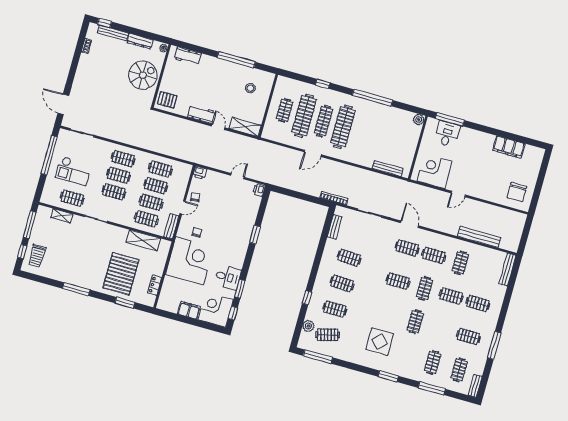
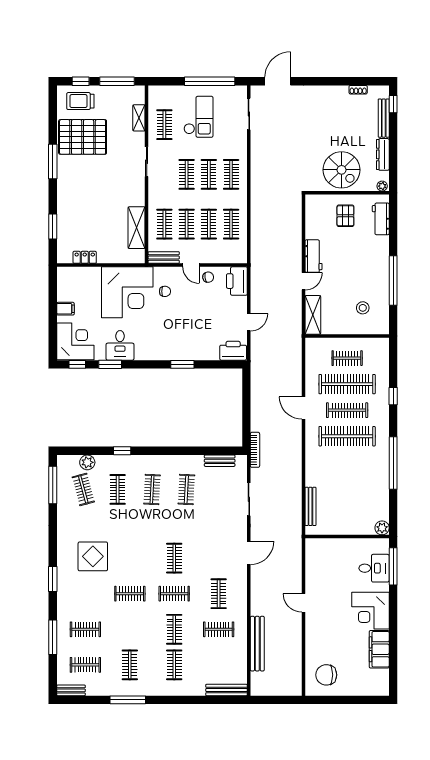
pallet: (167, 100) -> (345, 216), moved
checkout: (73, 171) -> (198, 117), turned 180
corner desk: (435, 171) -> (370, 611), moved, turned 180
printer: (200, 173) -> (237, 281), width x1.87, depth x1.48
door: (237, 176) -> (249, 322), hinge flipped
printer: (259, 190) -> (233, 351), width x1.87, depth x1.48
clothes rail: (407, 248) -> (219, 558), removed
pallet: (121, 274) -> (83, 137), moved
filing cabinet: (189, 310) -> (65, 309), width x0.50

